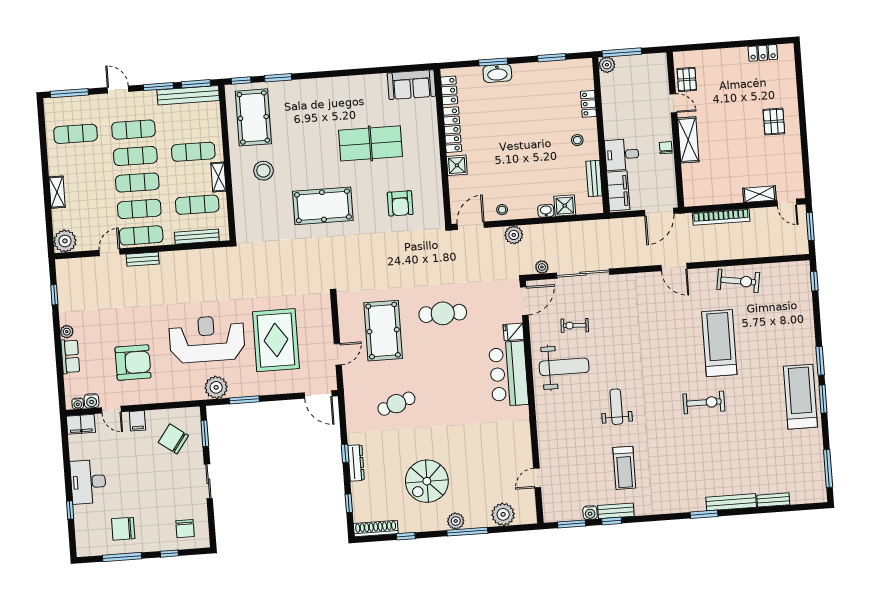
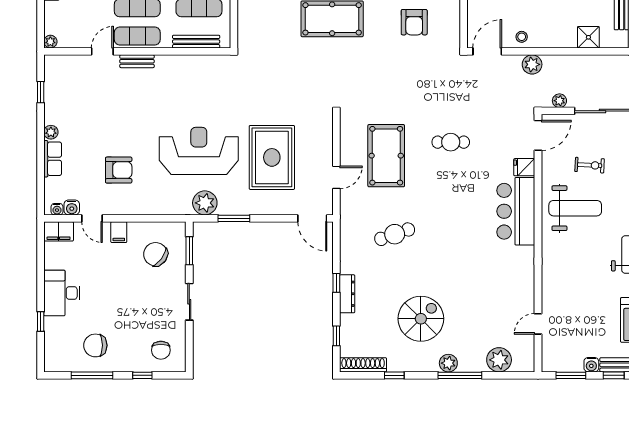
washbasin: (546, 211) -> (568, 41), removed
plant: (65, 241) -> (50, 42), width x0.53, depth x0.53
cafe table: (443, 313) -> (451, 142), width x0.73, depth x0.74
exercise bike: (575, 325) -> (590, 165), turned 180
armchair: (133, 363) -> (119, 170), width x0.73, depth x0.73
spiral stairs: (427, 481) -> (421, 319), turned 180

